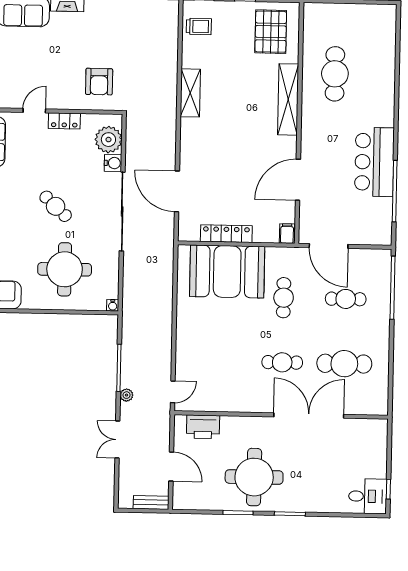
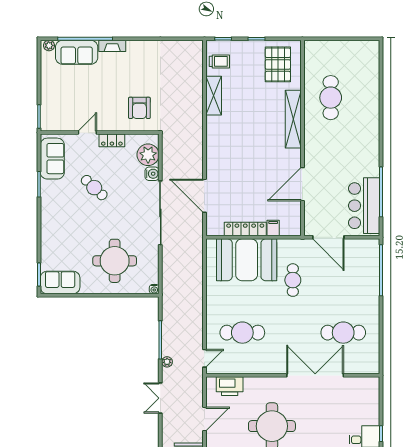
shelving: (190, 93) -> (214, 96), moved
bar counter: (374, 162) -> (364, 206), moved
cafe table: (56, 206) -> (94, 188), moved
filing cabinet: (287, 234) -> (273, 228), moved
cafe table: (346, 299) -> (343, 280), removed
cafe table: (282, 362) -> (242, 333), moved, width x1.37, depth x1.35
door: (171, 467) -> (204, 419), hinge flipped

